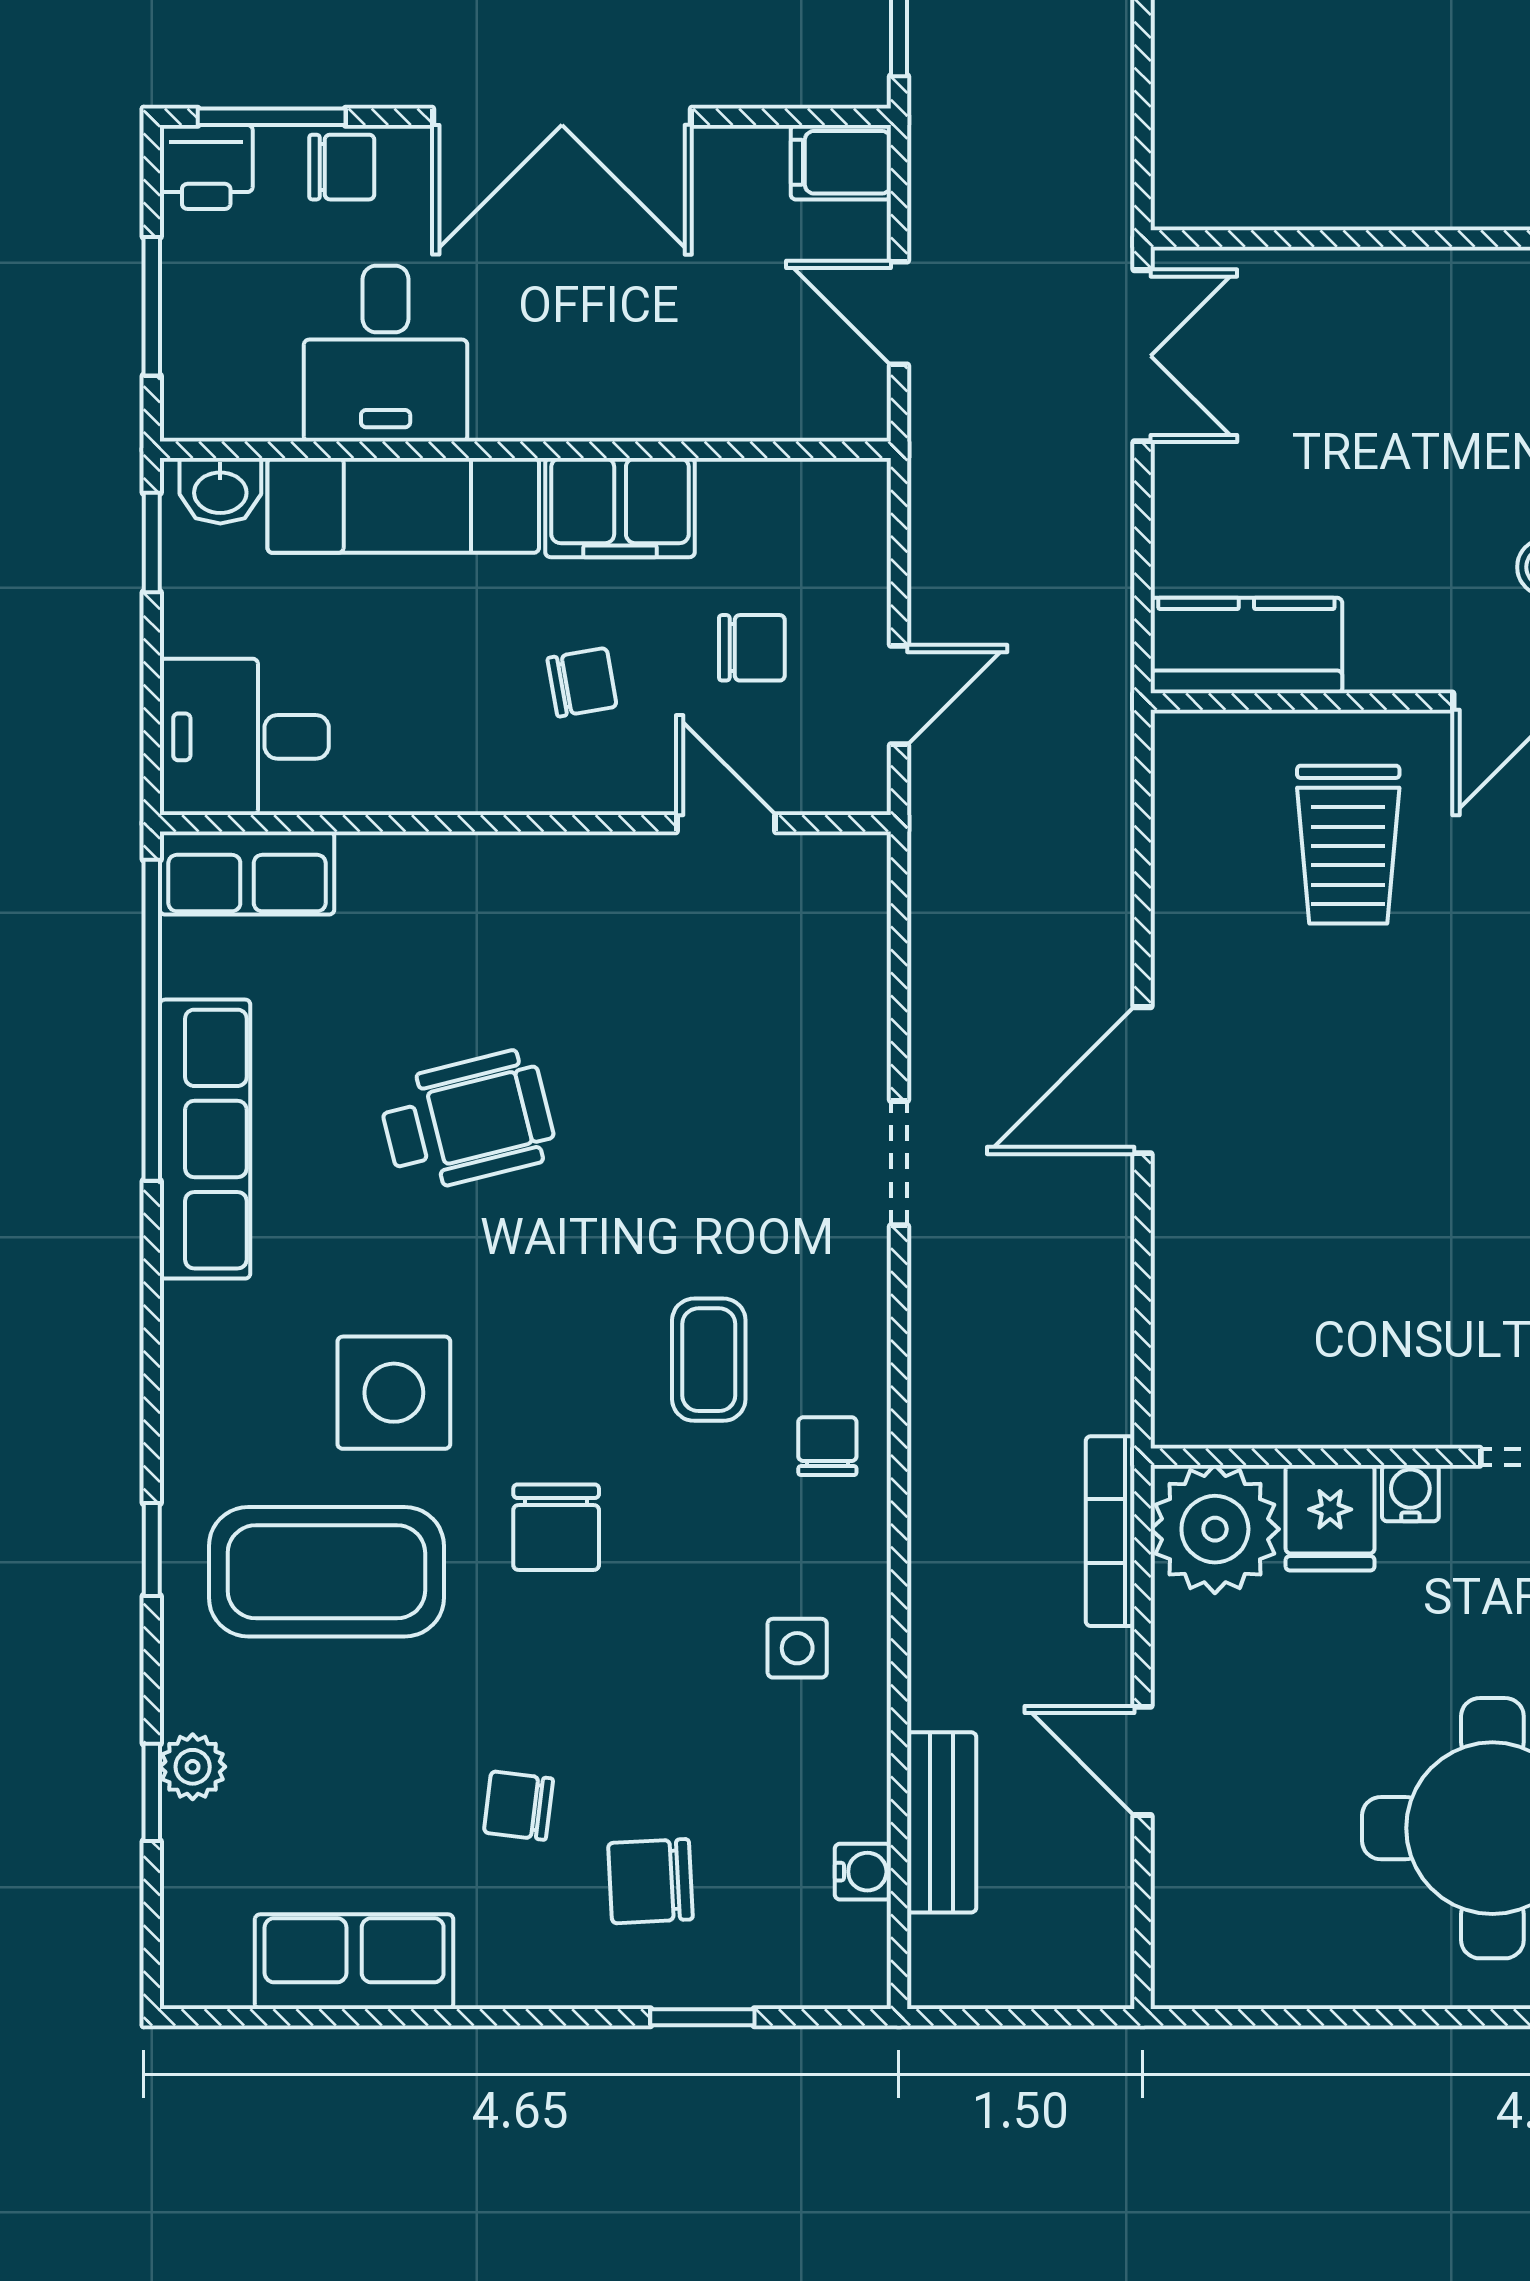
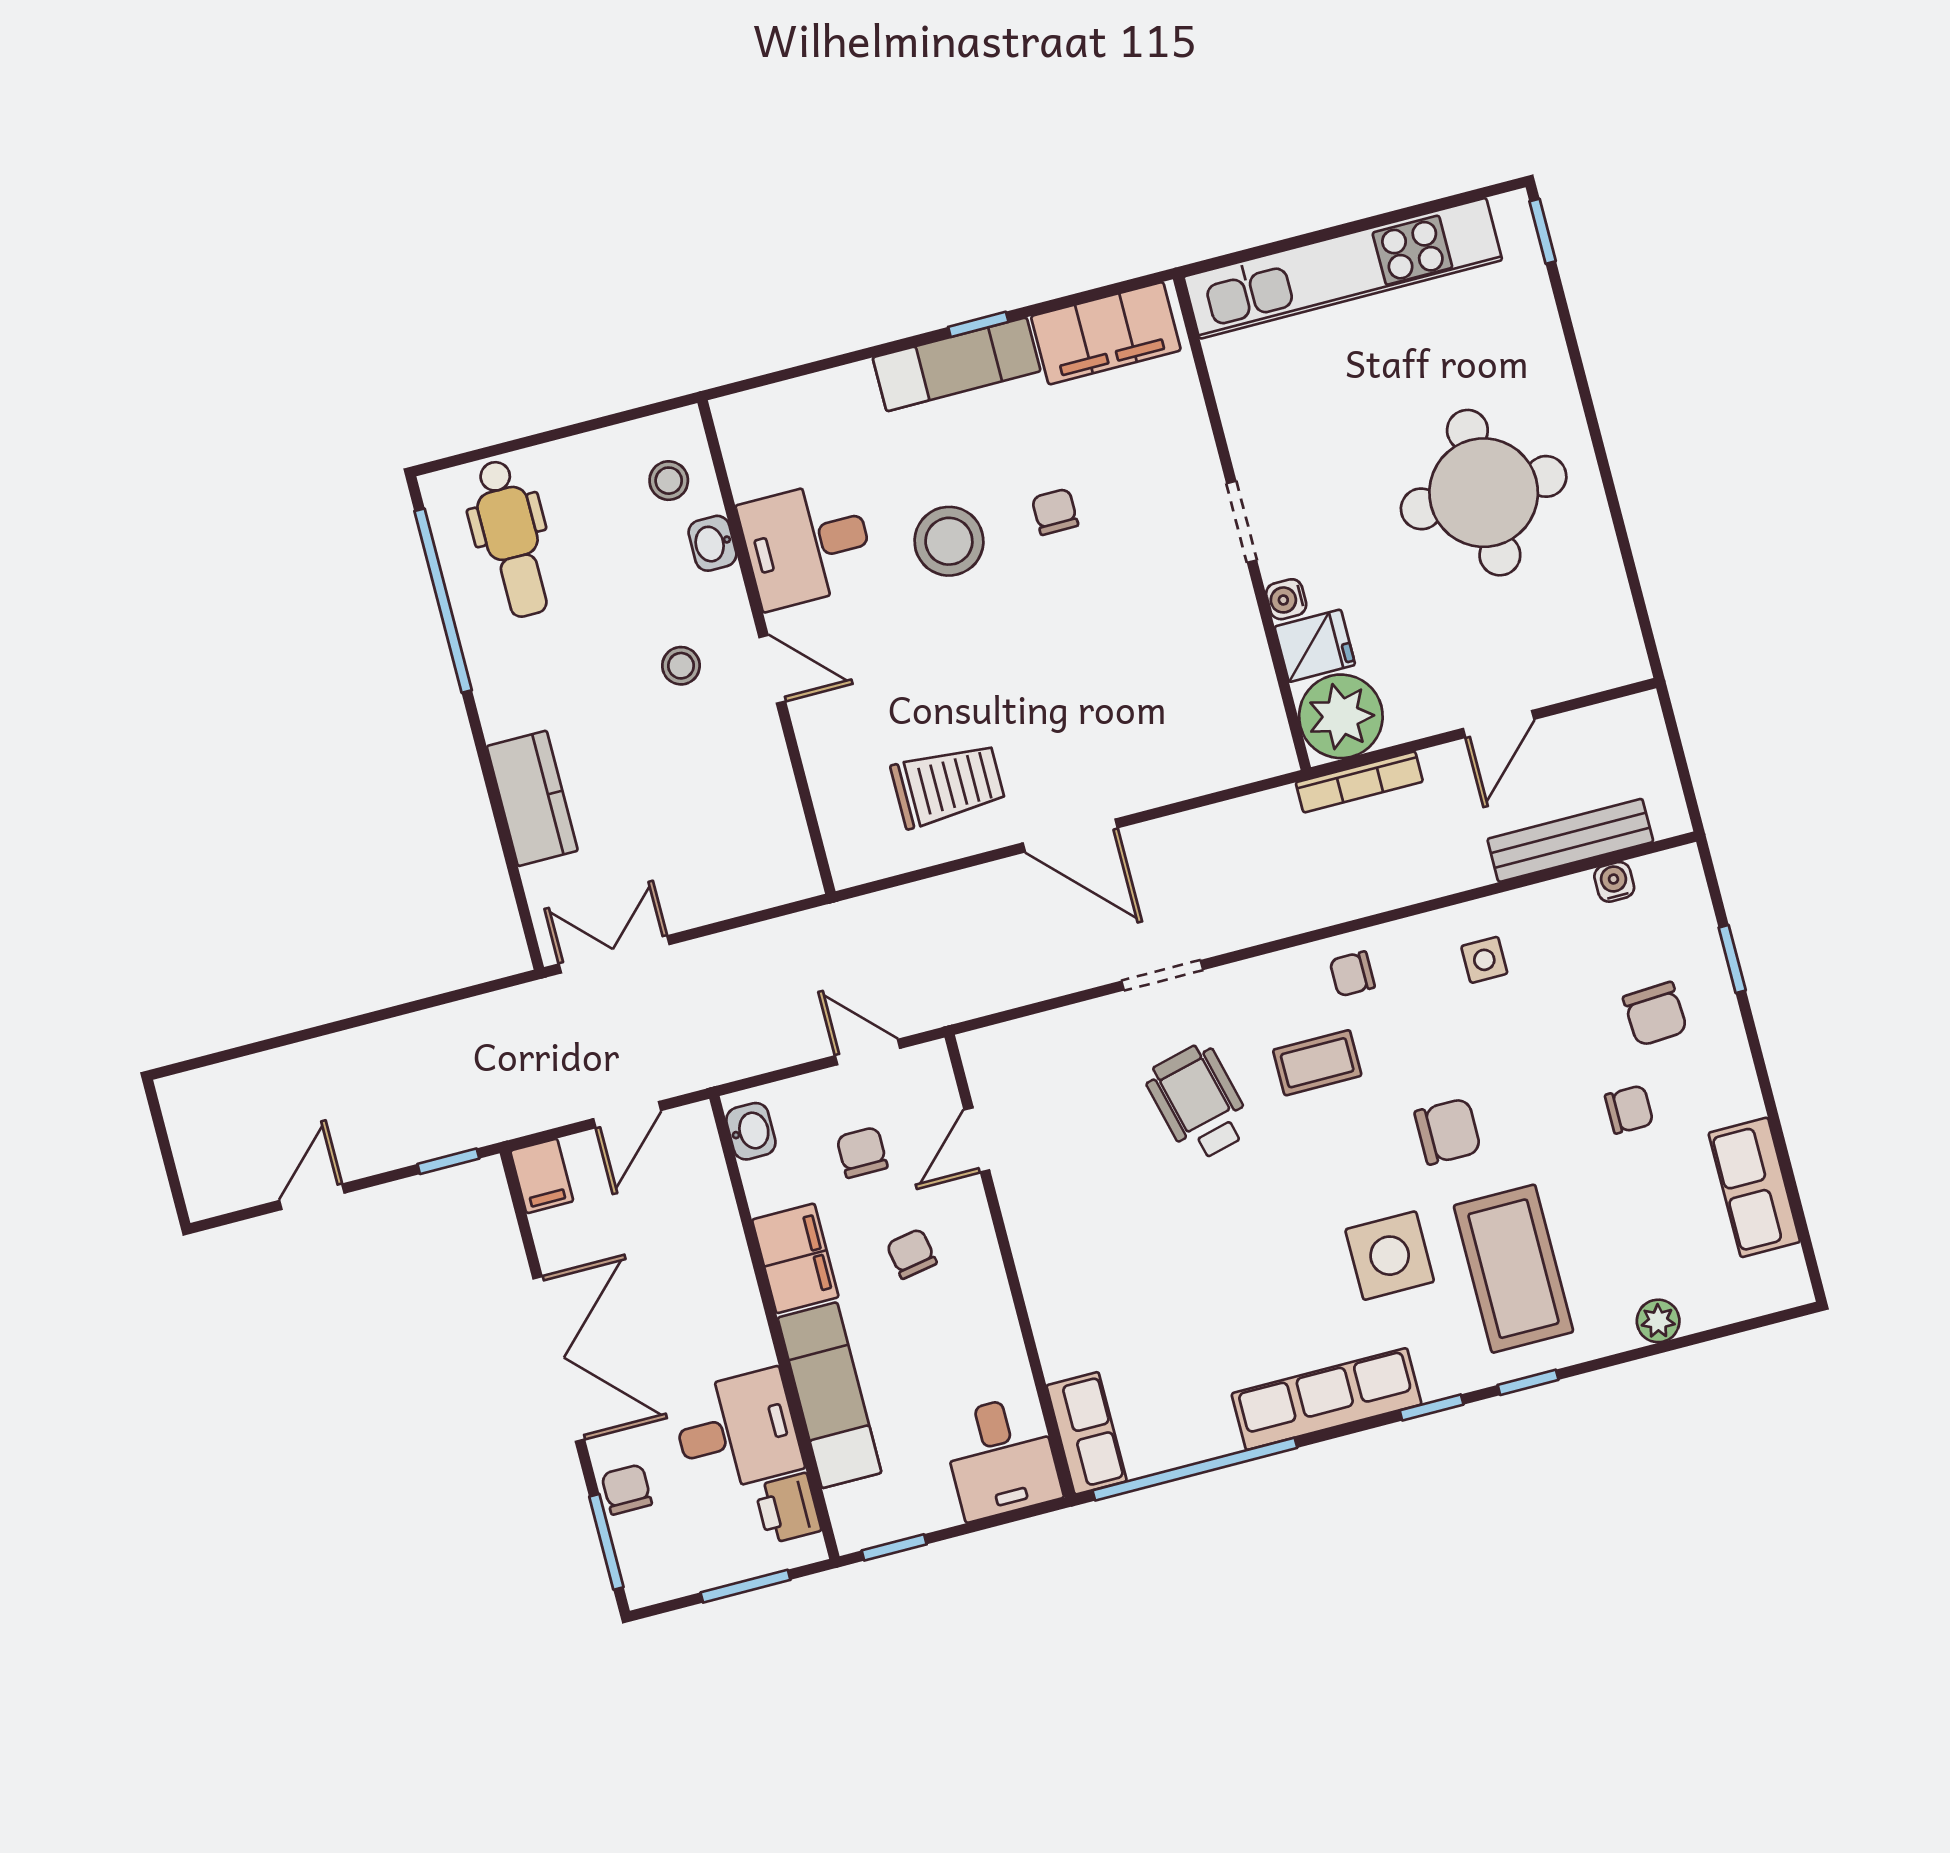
printer: (206, 167) -> (788, 1508), moved, turned 180
washbasin: (220, 491) -> (751, 1131), moved
kitchen counter: (1246, 645) -> (532, 798), moved, turned 180
trolley: (1348, 845) -> (948, 785), moved
wheelchair: (467, 1121) -> (1199, 1102), moved
row of seats: (205, 1139) -> (1326, 1399), moved
window: (152, 1792) -> (1432, 1407), moved
chair: (518, 1806) -> (1629, 1109), turned -97
bench: (942, 1822) -> (1570, 840), width x1.36

